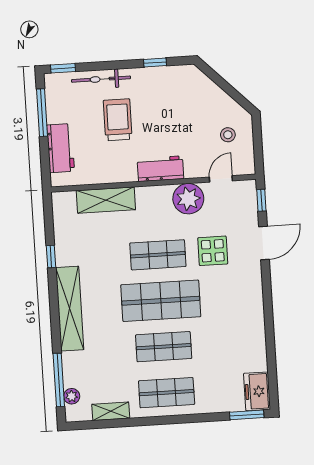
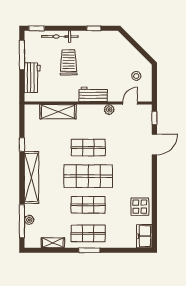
plant: (188, 199) -> (109, 110), width x0.53, depth x0.53
display table: (213, 251) -> (140, 207), moved
plant: (72, 396) -> (29, 220), moved
window: (247, 415) -> (89, 250), moved

